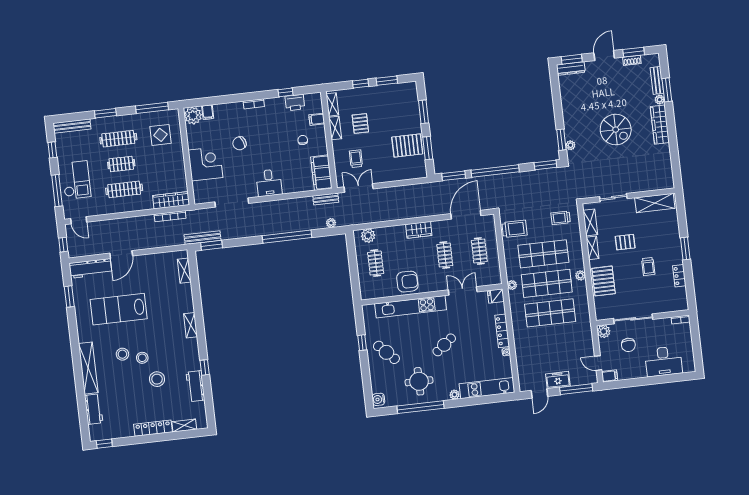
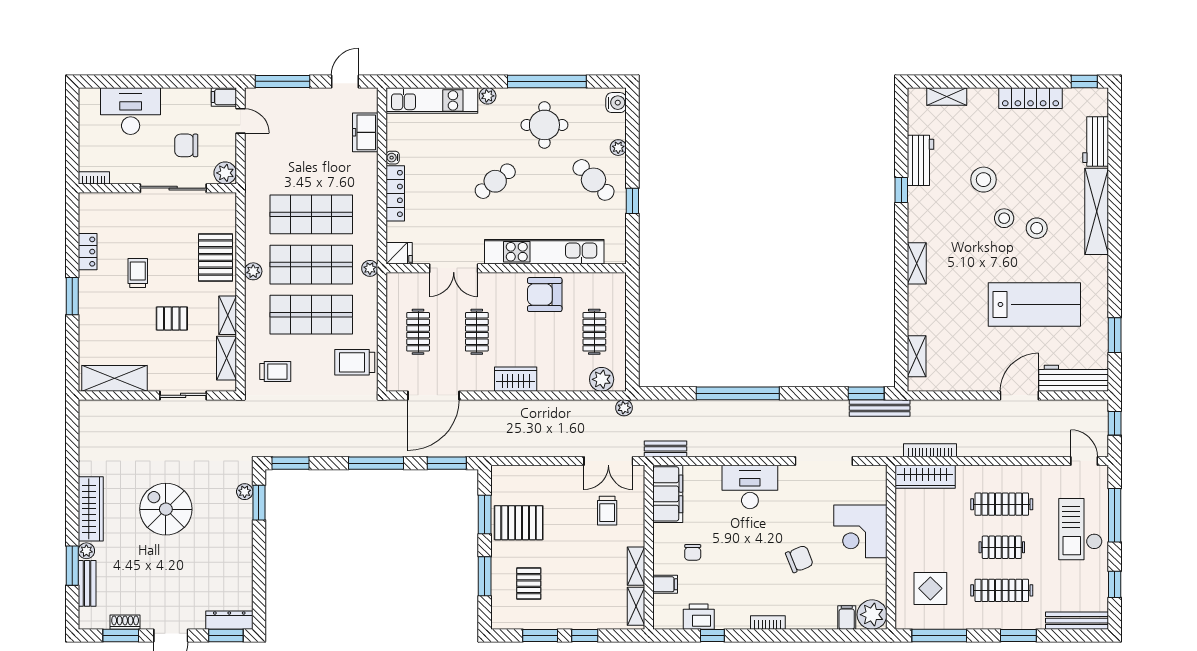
pallet: (360, 123) -> (529, 584), moved
window: (495, 171) -> (376, 463), width x0.68
desk: (269, 183) -> (750, 487), width x1.37
plant: (331, 223) -> (624, 408), moved
chair: (628, 345) -> (186, 145), turned -90
plant: (374, 373) -> (618, 148), added
freezer: (558, 380) -> (365, 132), moved, turned 90
locker: (153, 428) -> (1030, 98), moved

